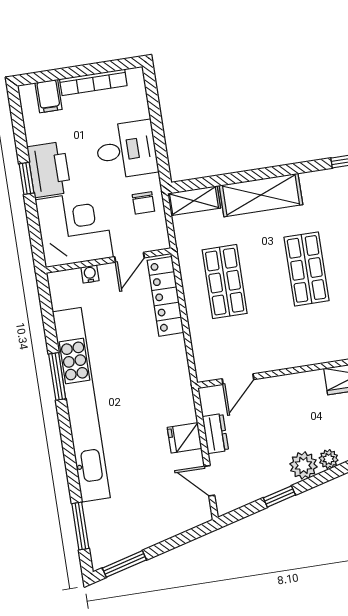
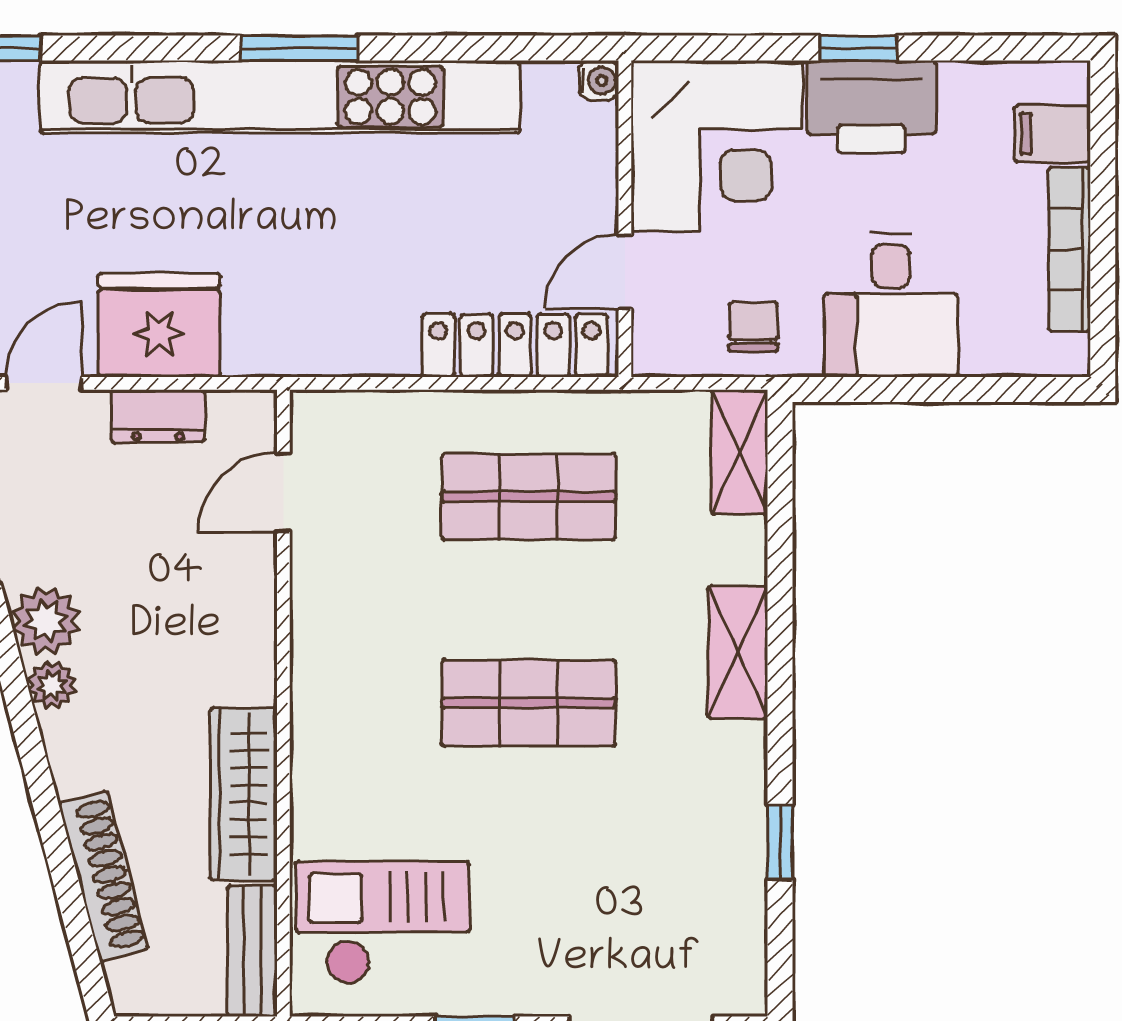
shelving: (261, 195) -> (738, 652), width x0.67, depth x0.75
chair: (143, 203) -> (753, 327), turned 90
door: (130, 257) -> (625, 272), hinge flipped
water cooler: (90, 274) -> (599, 80), moved
window: (57, 376) -> (299, 48), moved
door: (238, 379) -> (283, 492), hinge flipped
fridge: (185, 438) -> (159, 325), width x1.88, depth x1.34

